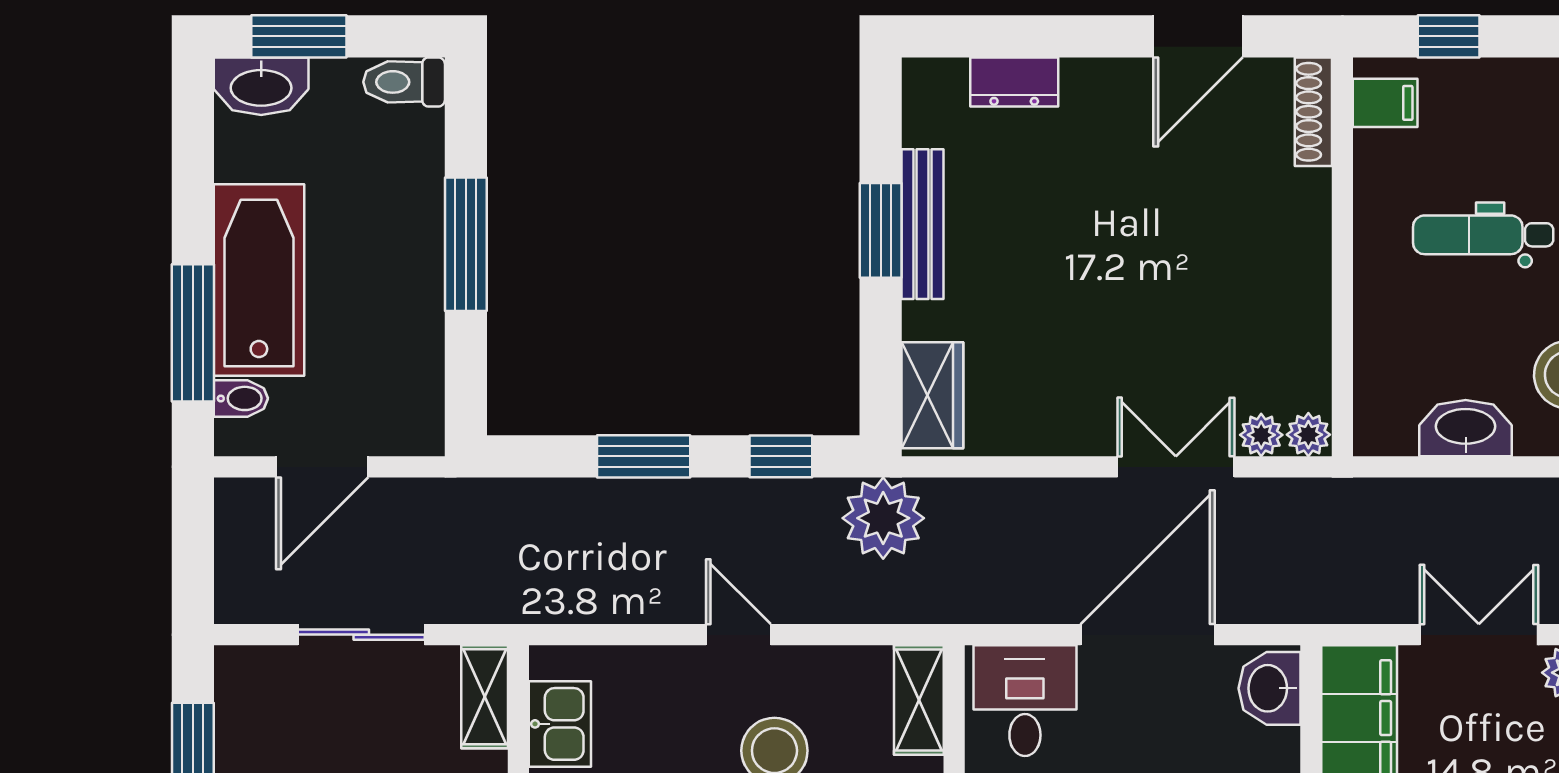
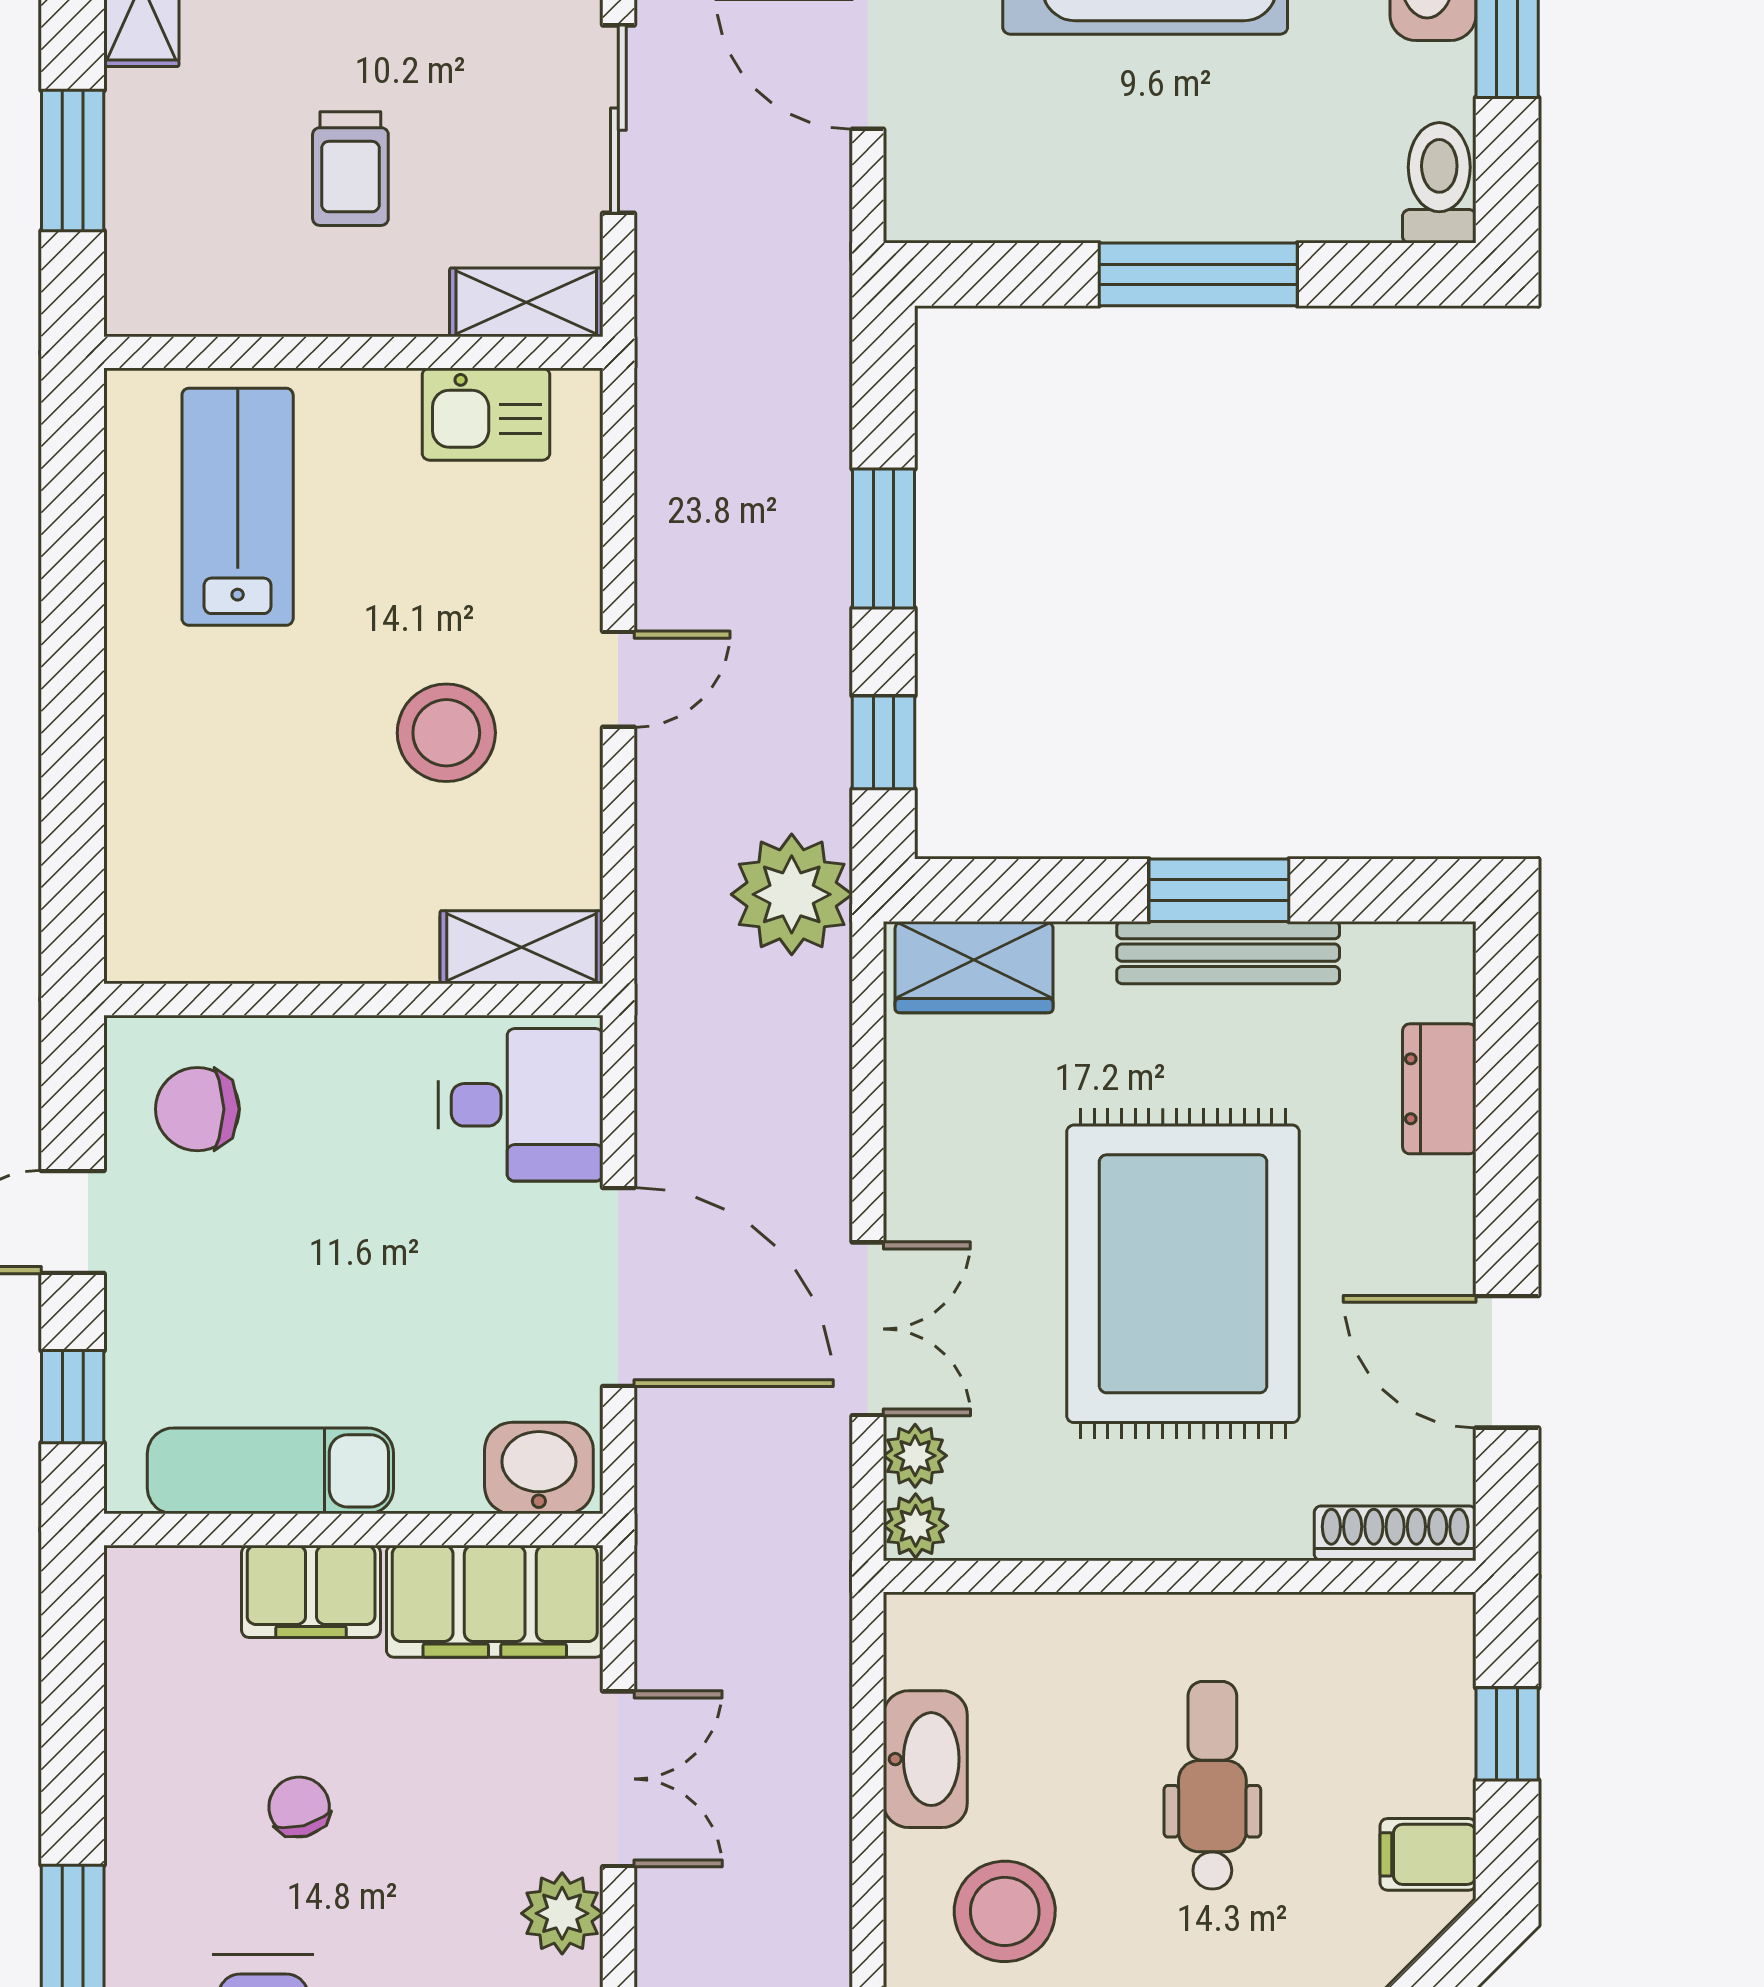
filing cabinet: (1385, 103) -> (1428, 1854), moved, turned 90
rug: (1139, 255) -> (1183, 1274), added

